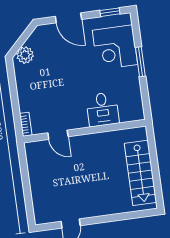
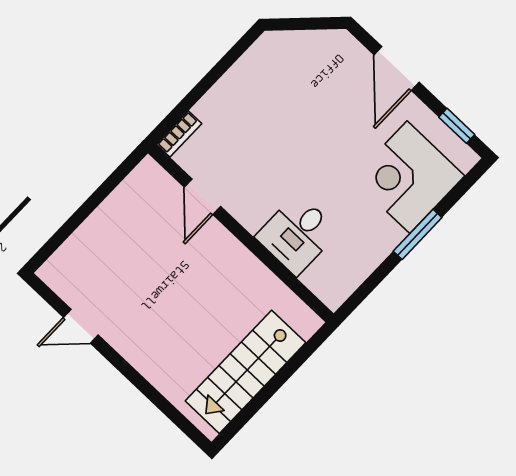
plant: (25, 55) -> (285, 47), removed

